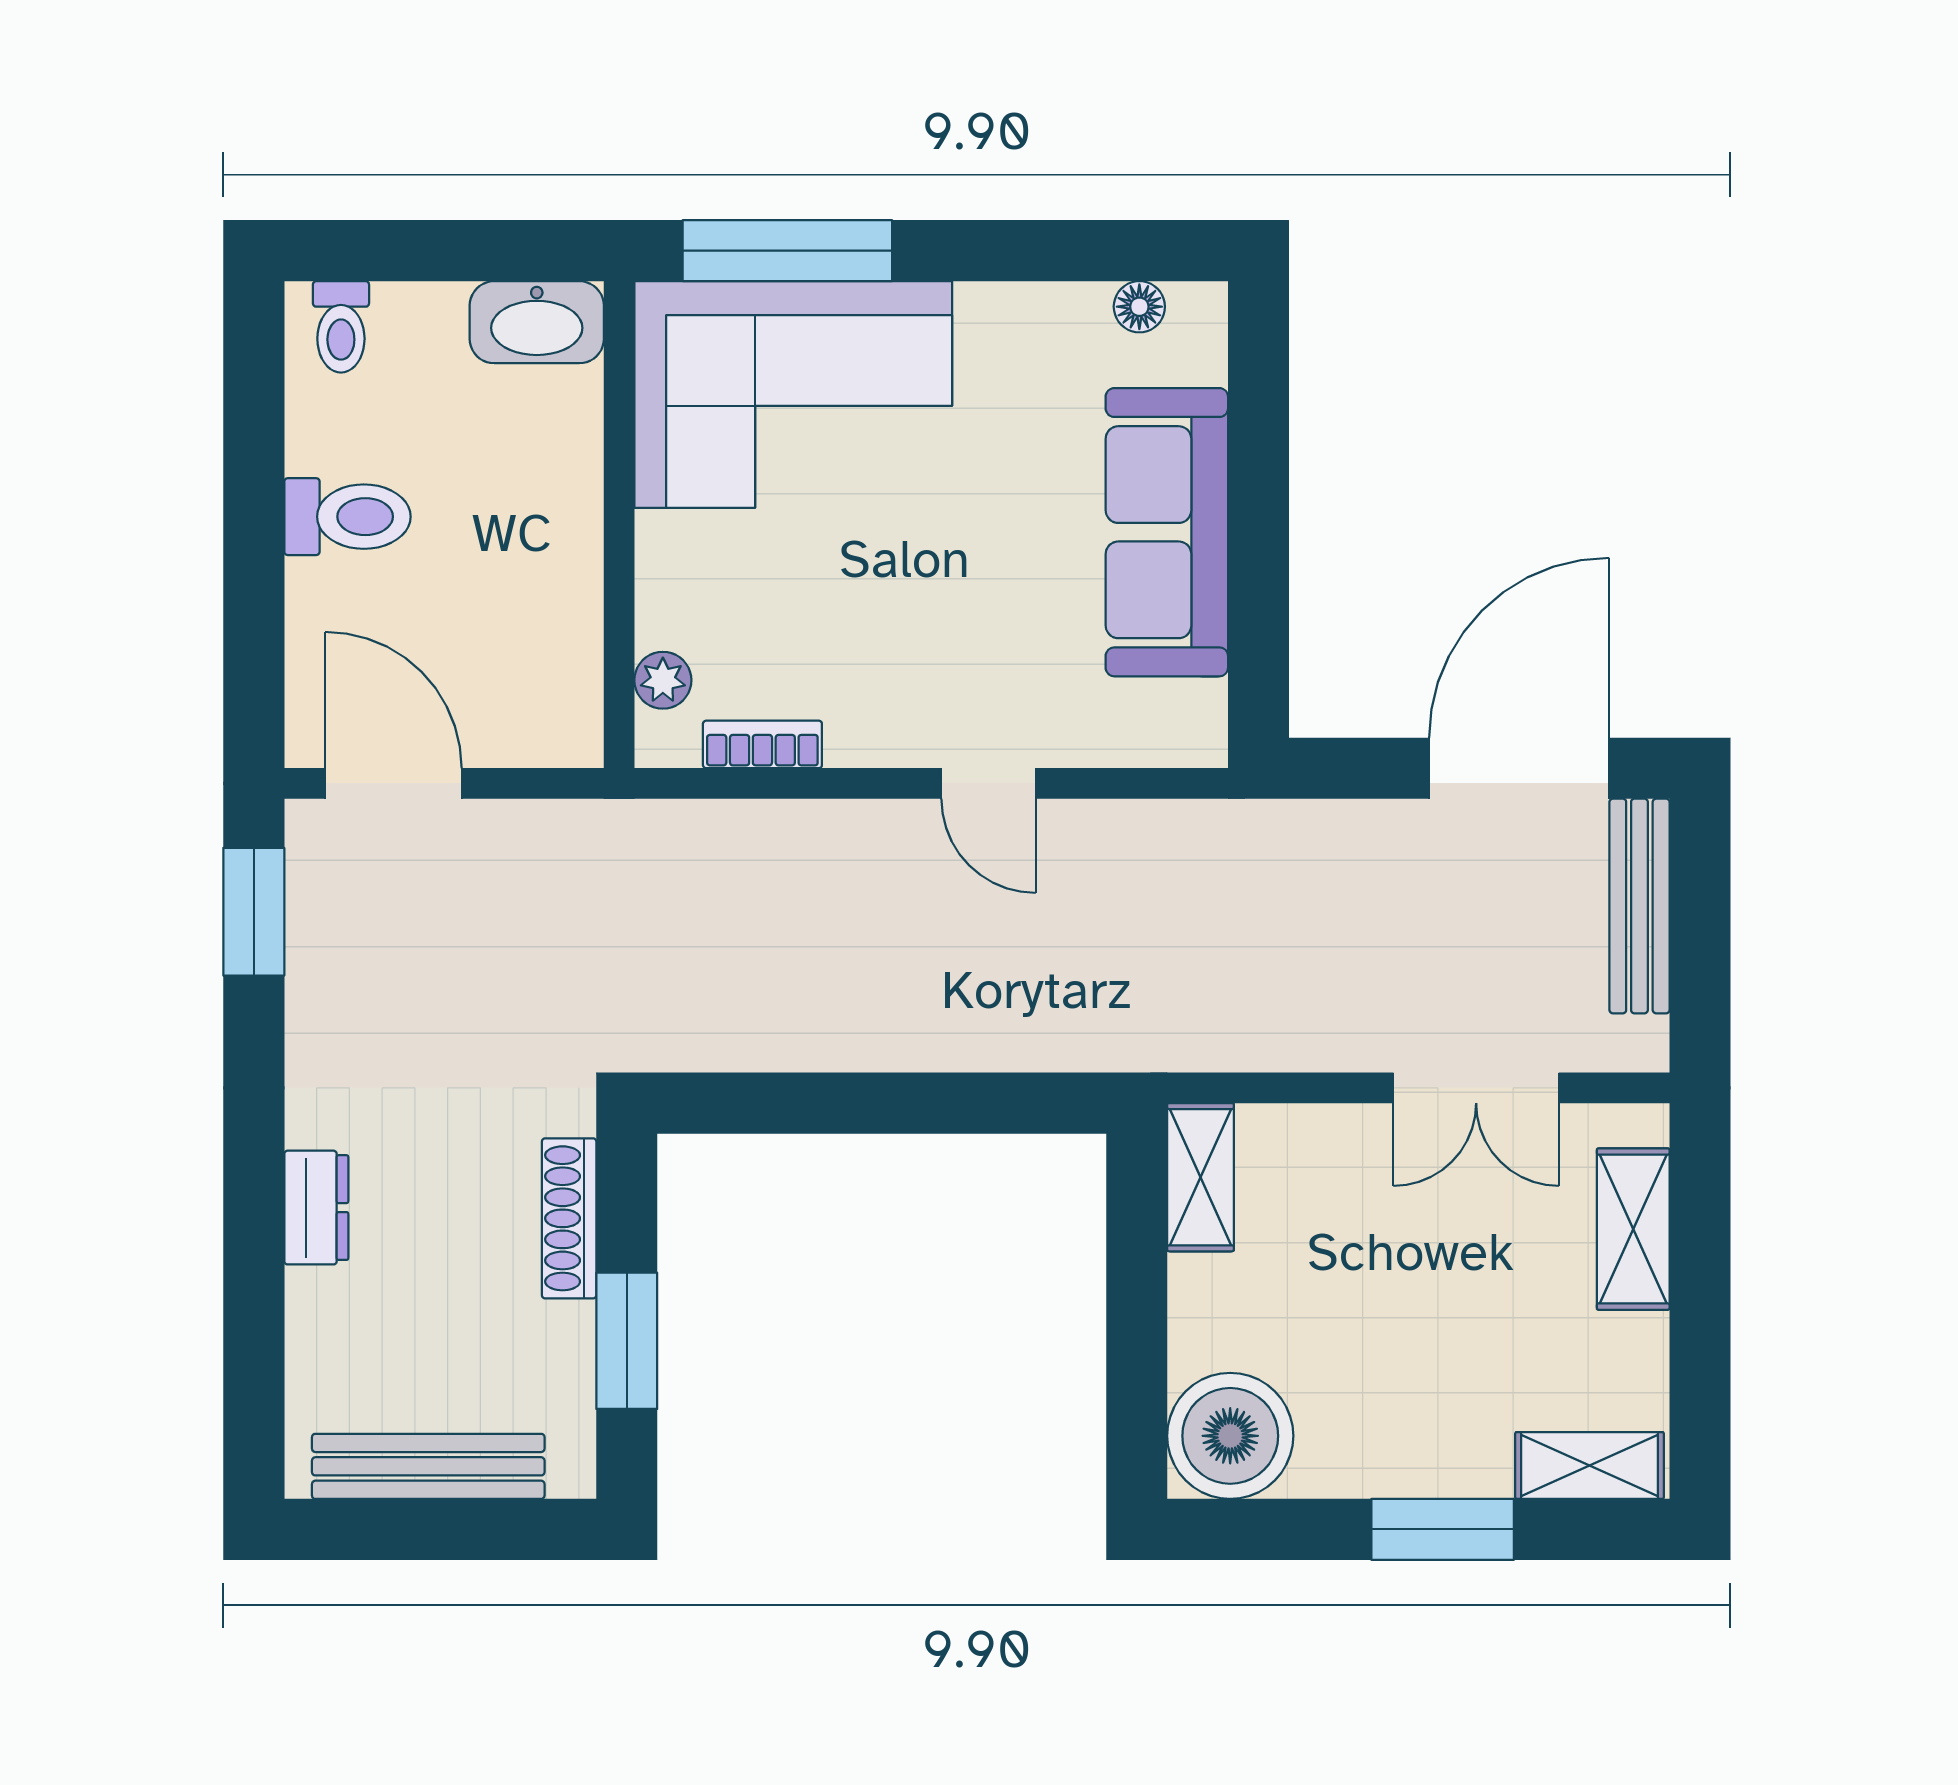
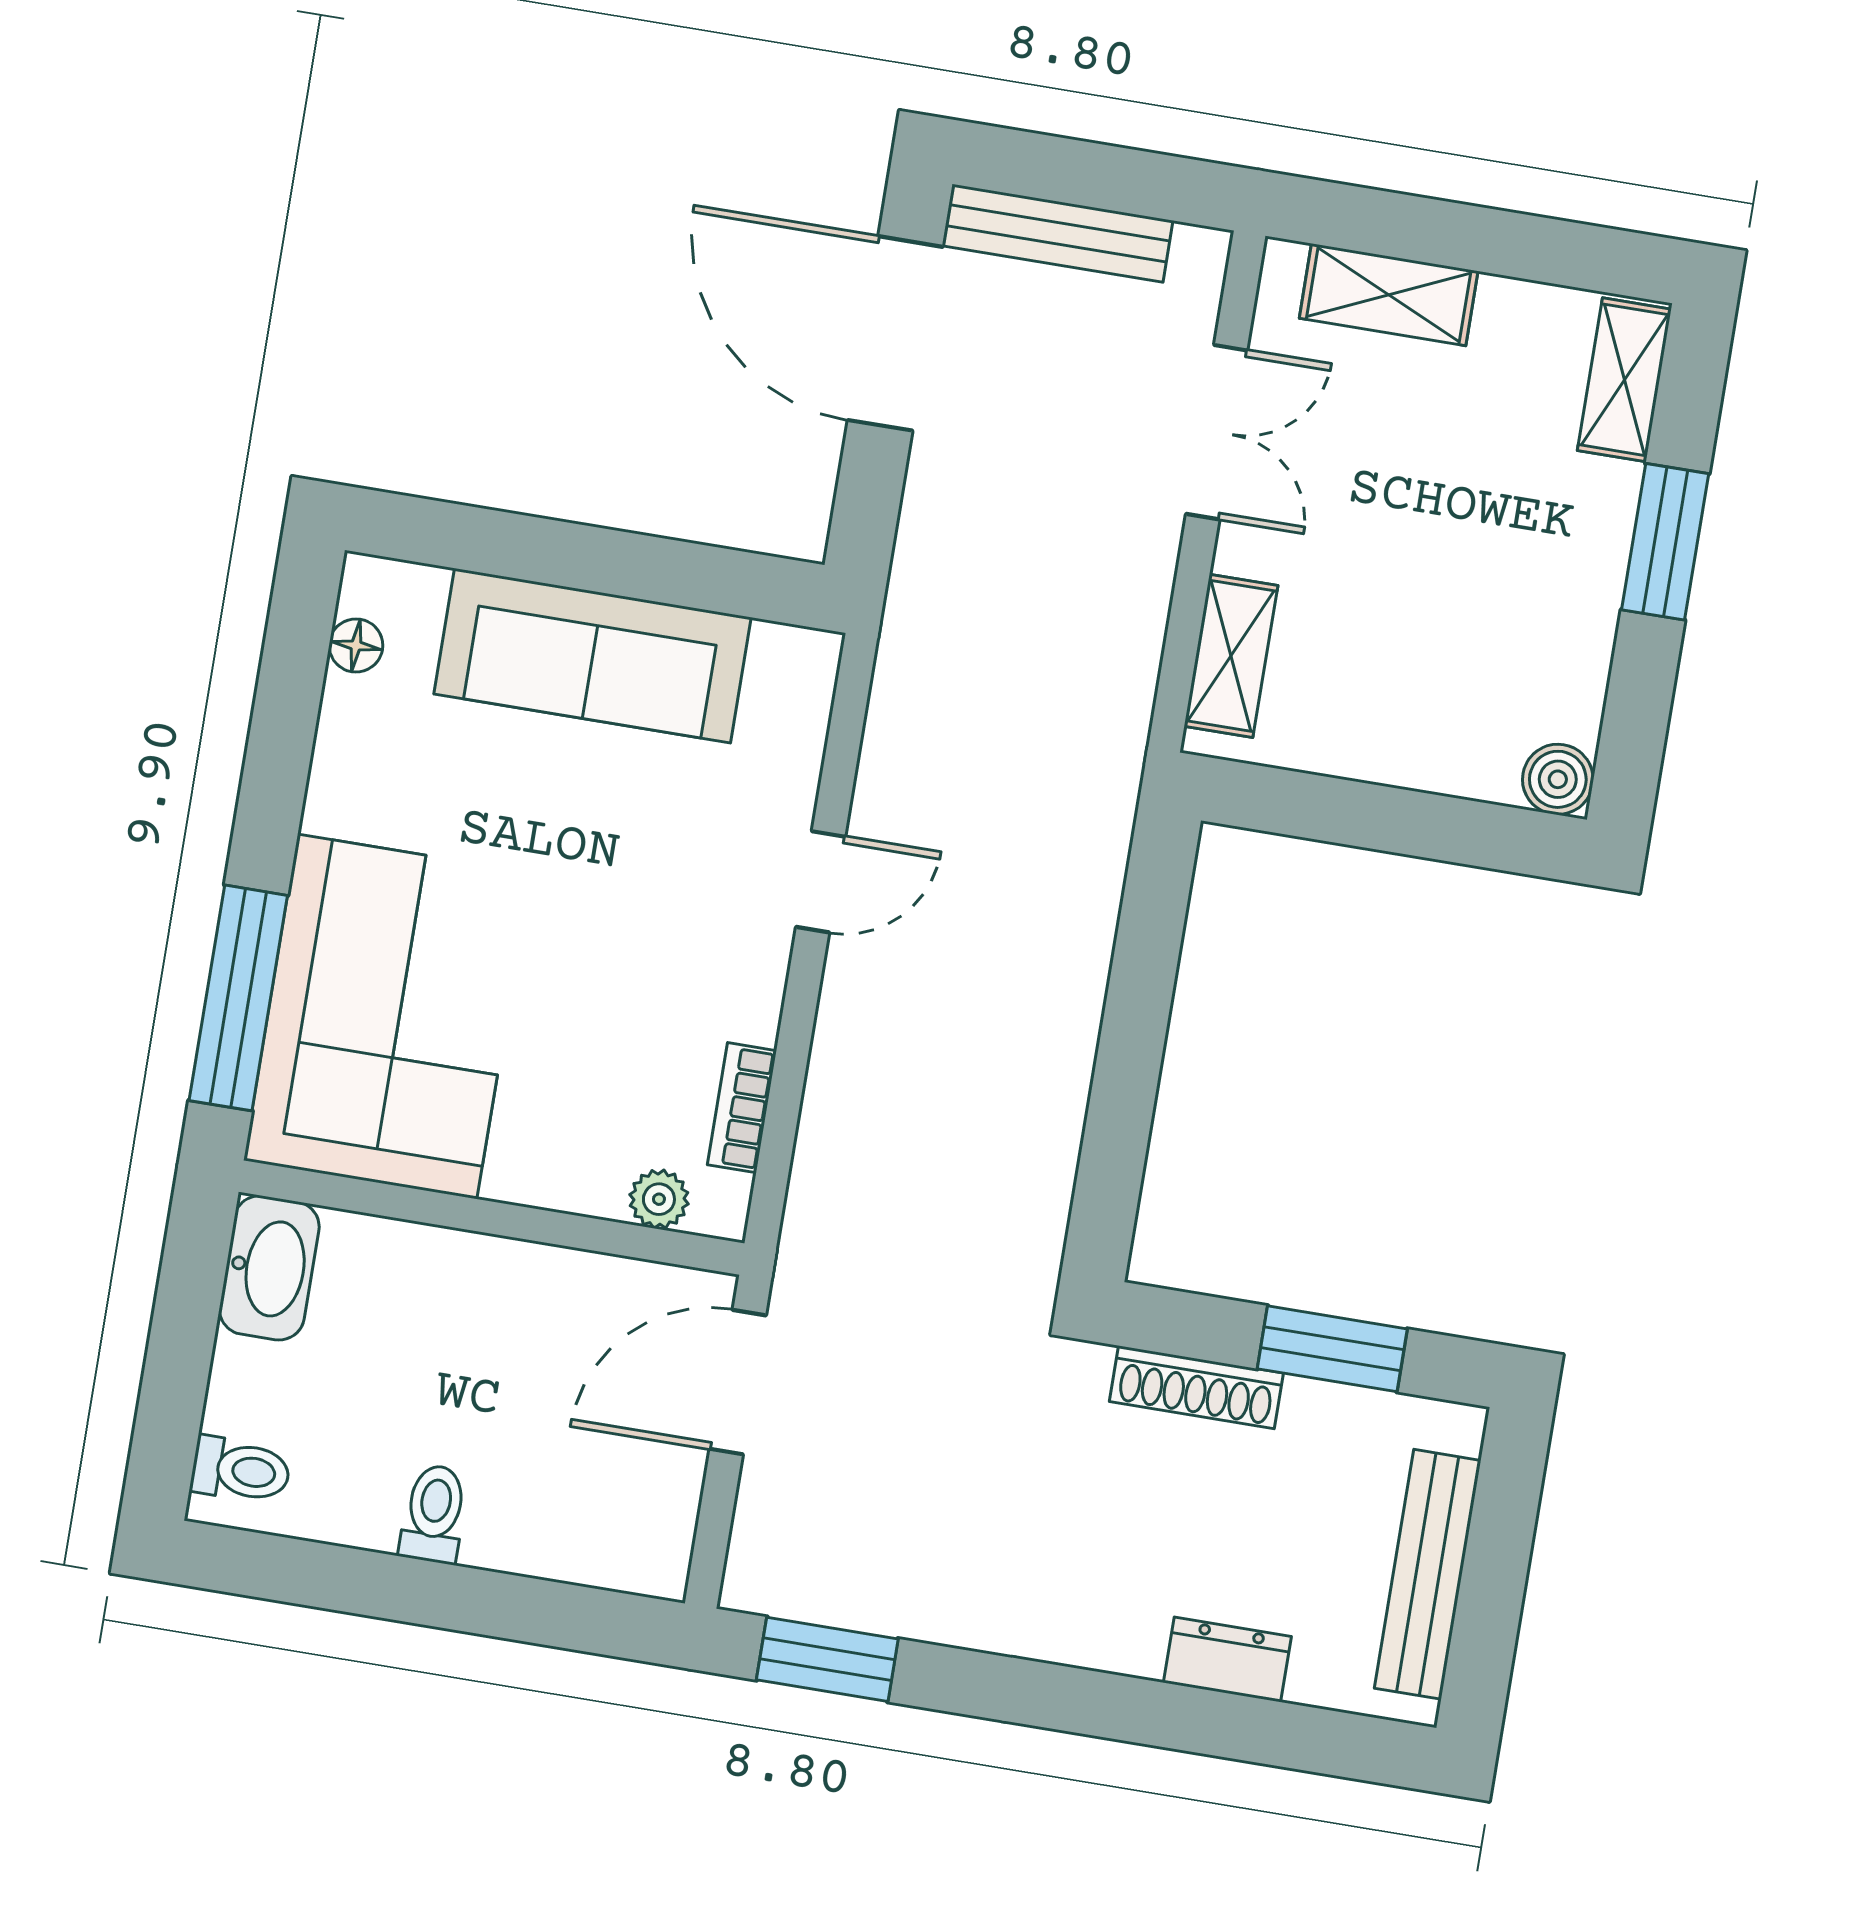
toilet: (347, 517) -> (434, 1514), width x0.73, depth x0.72
door: (393, 783) -> (738, 1382), moved
shelving: (1200, 1177) -> (1231, 656), moved, turned 90
dresser: (316, 1208) -> (1227, 1660), moved
boiler: (1230, 1436) -> (1558, 779), width x0.54, depth x0.54

